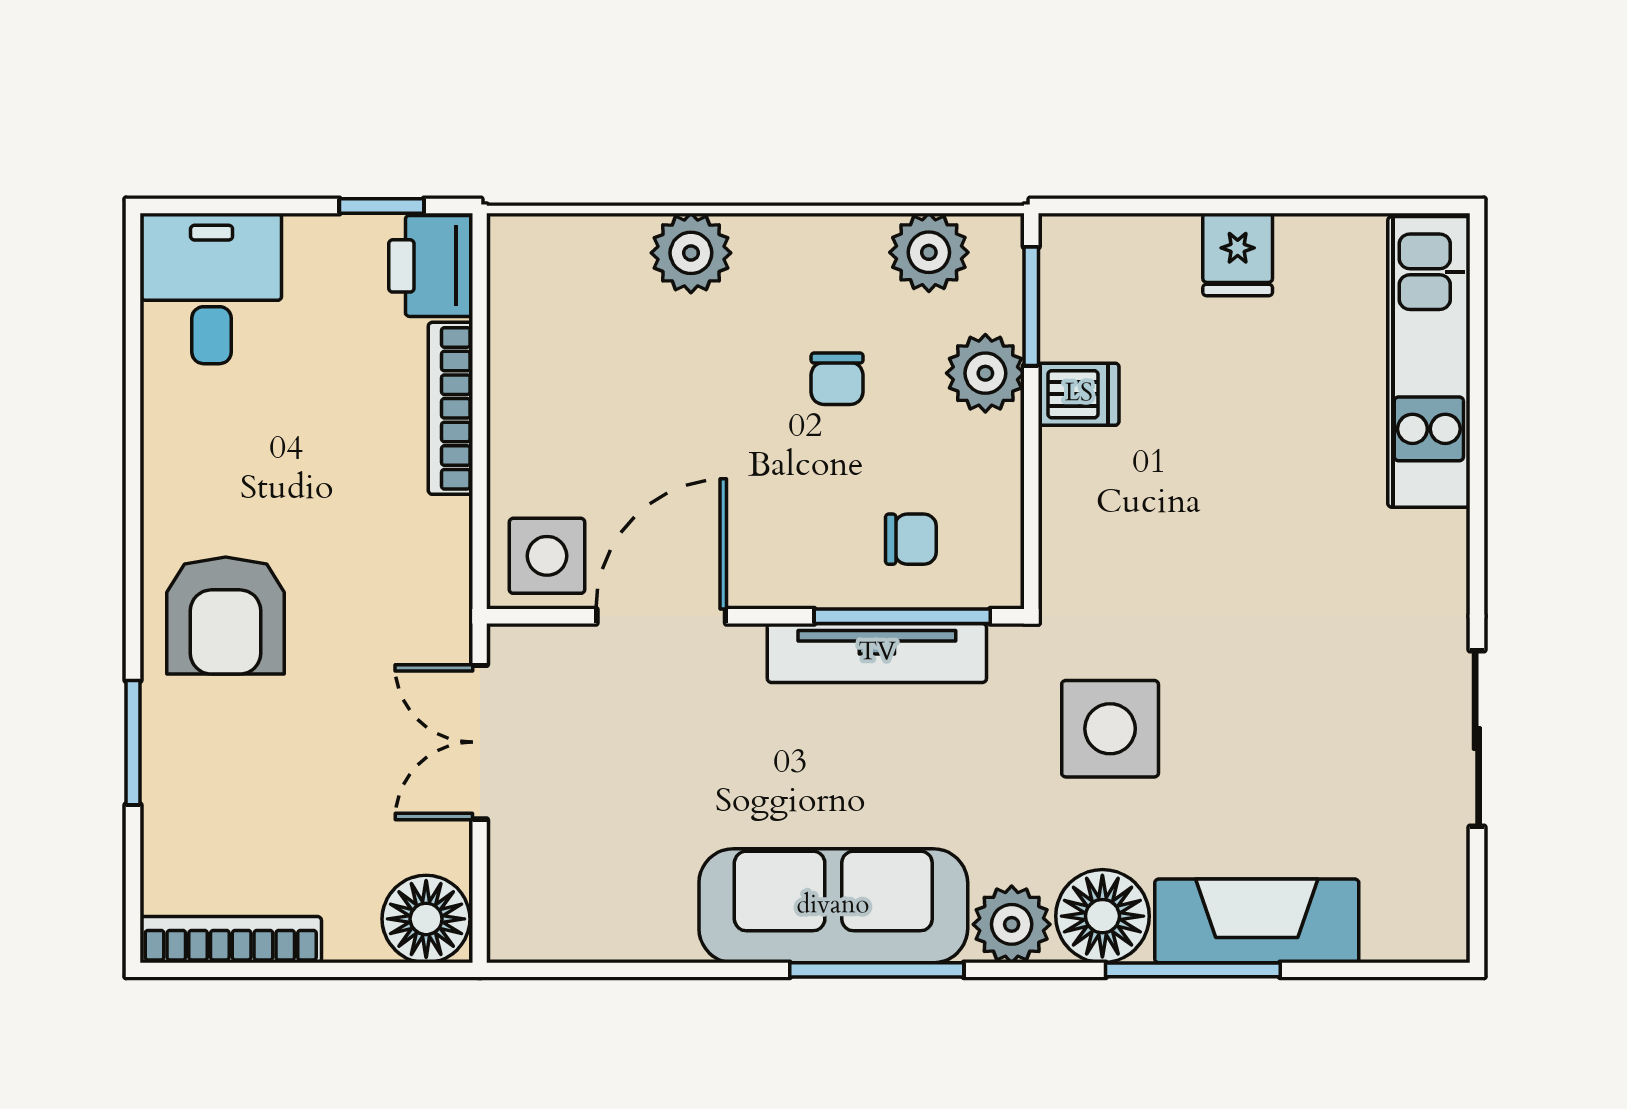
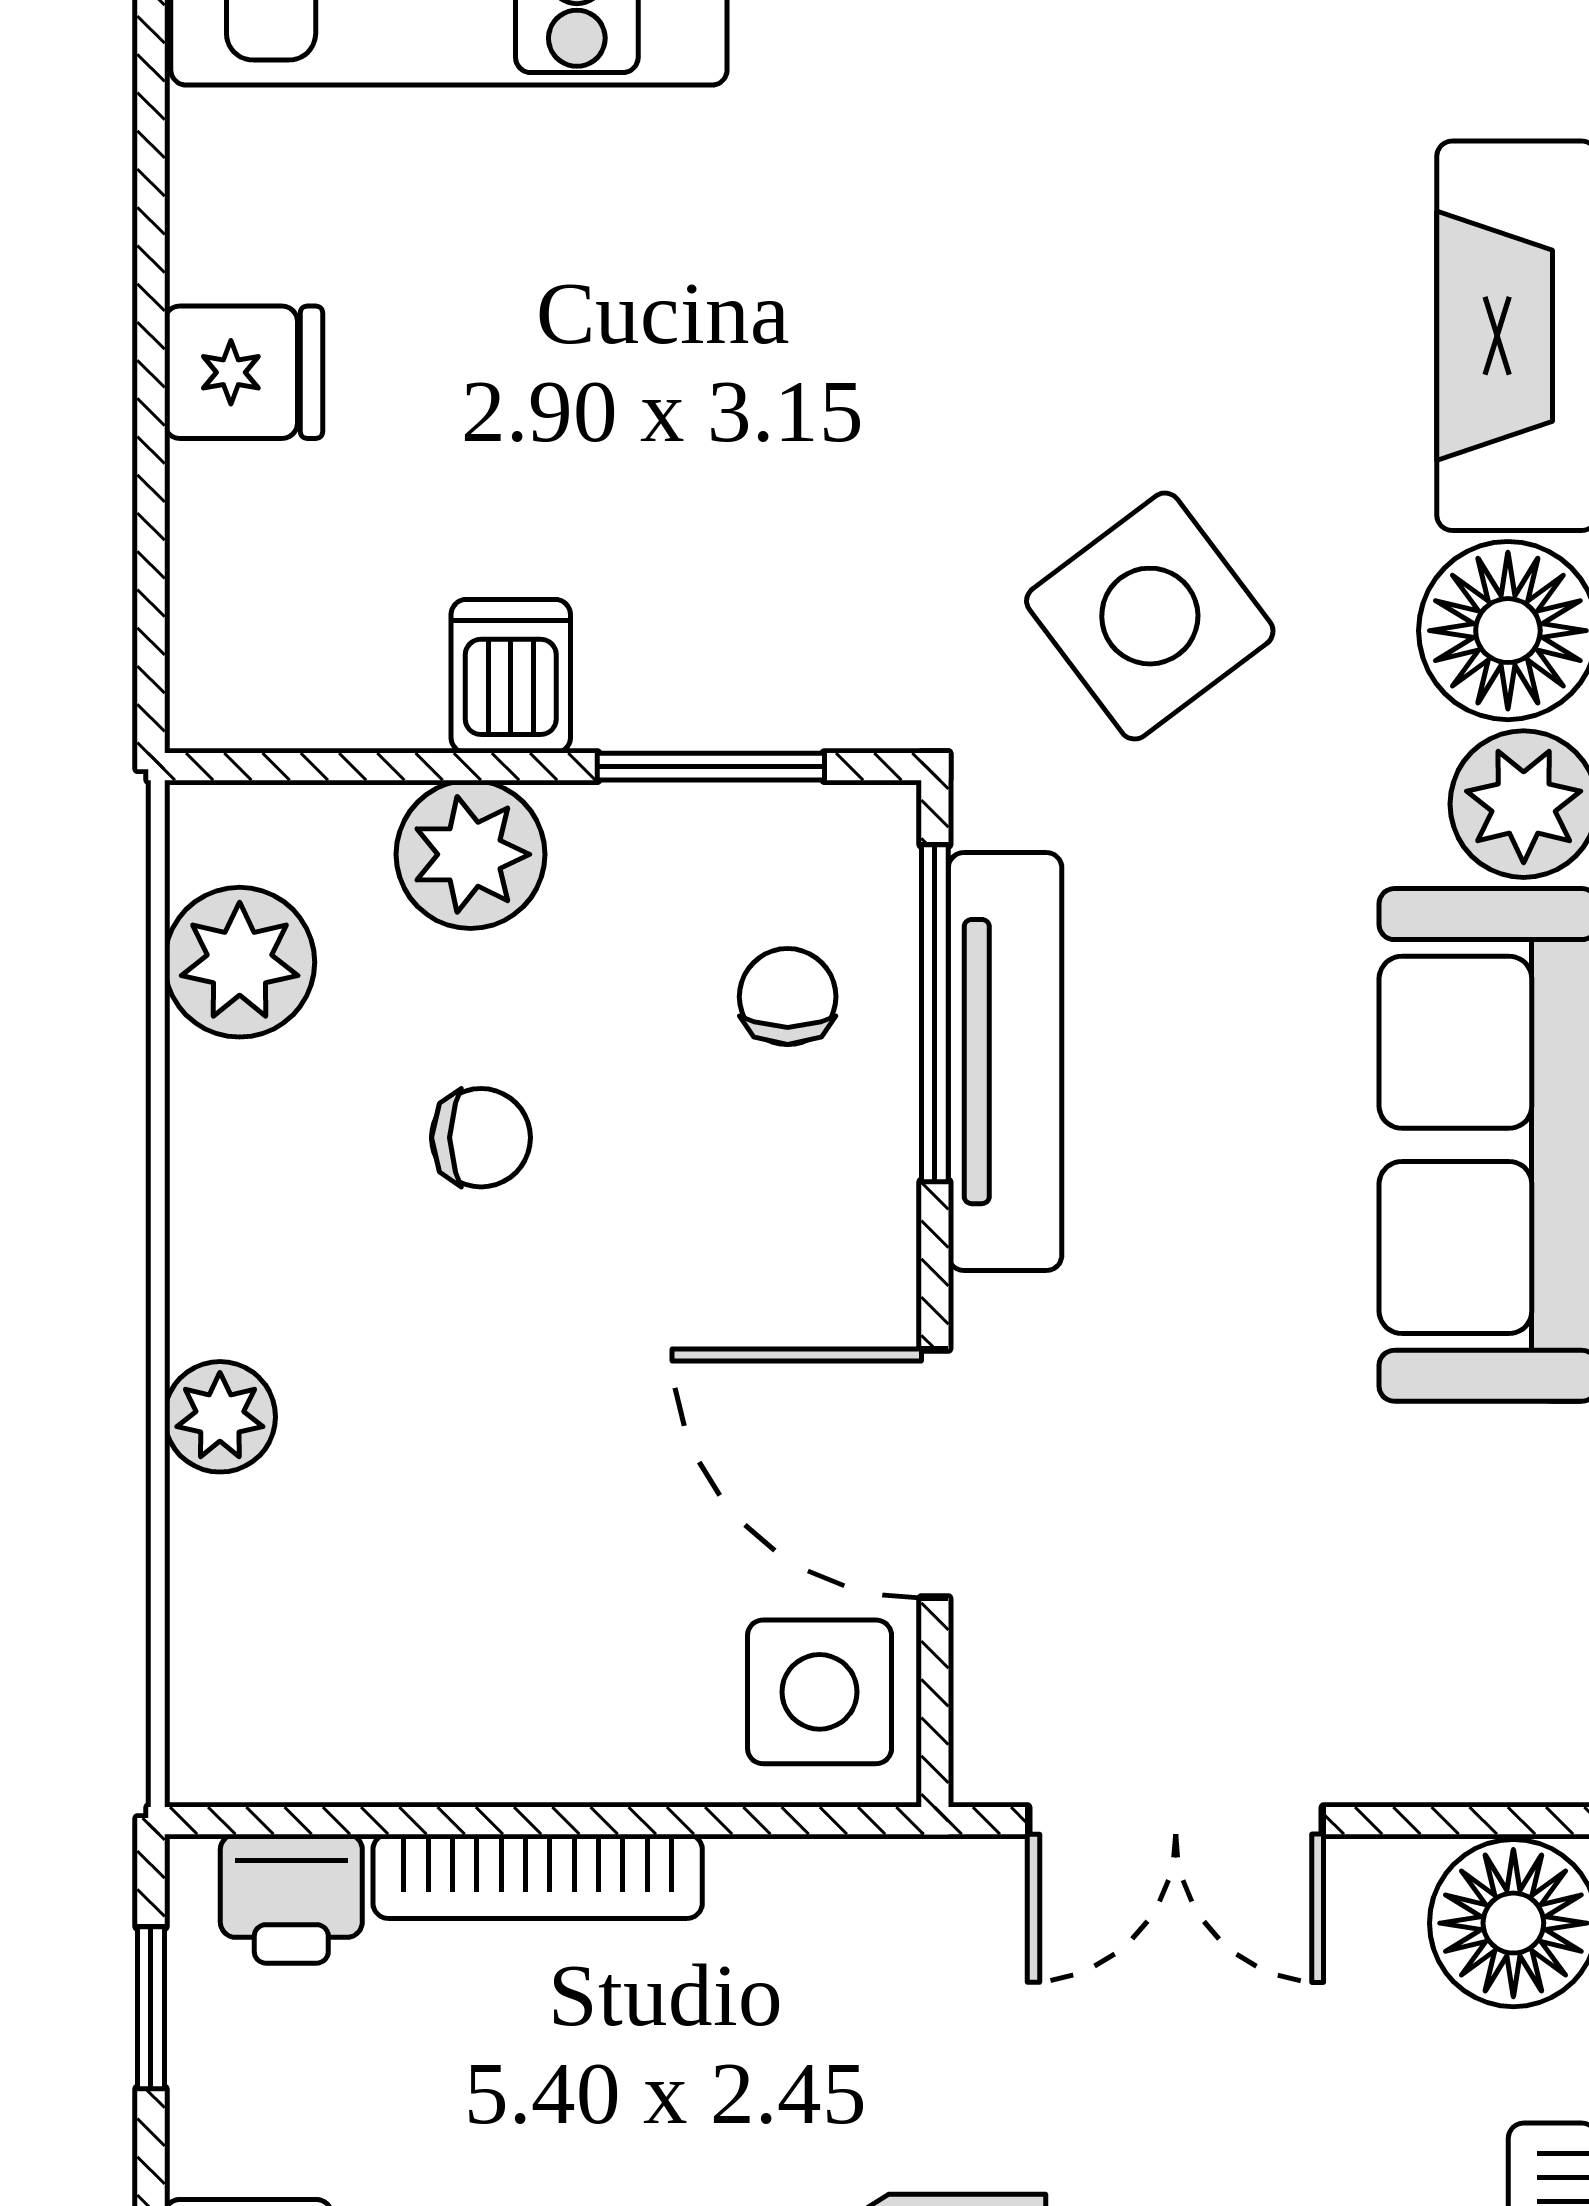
plant: (691, 253) -> (220, 1417), width x0.73, depth x0.73
printer: (431, 266) -> (291, 1899), width x0.73, depth x0.81
window: (1031, 306) -> (711, 767), moved
side table: (1110, 729) -> (1150, 616), turned -37

